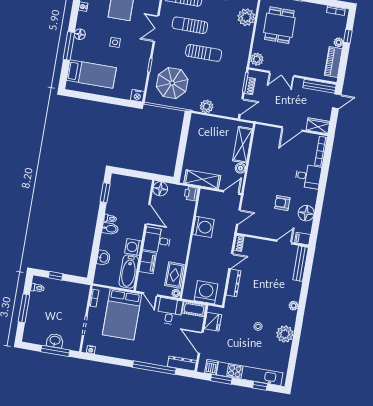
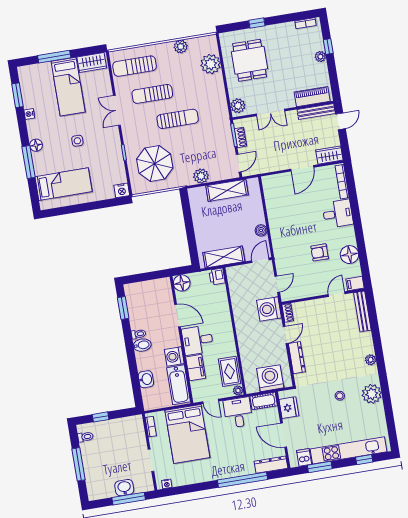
piano: (333, 62) -> (312, 97), moved, turned 90
shelving: (242, 145) -> (227, 190), moved, turned 90
washing machine: (203, 227) -> (269, 309), moved, turned 180

